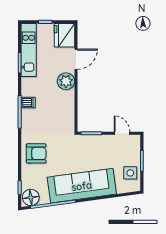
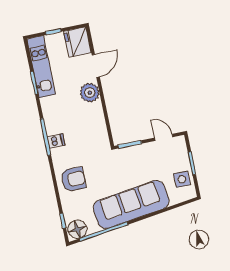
dishwasher: (28, 103) -> (56, 141), moved

